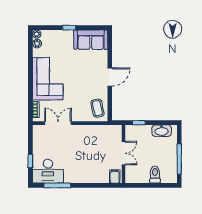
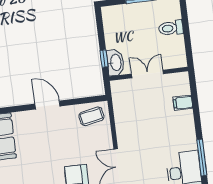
washbasin: (162, 131) -> (115, 62), moved
filing cabinet: (115, 176) -> (183, 103), moved

